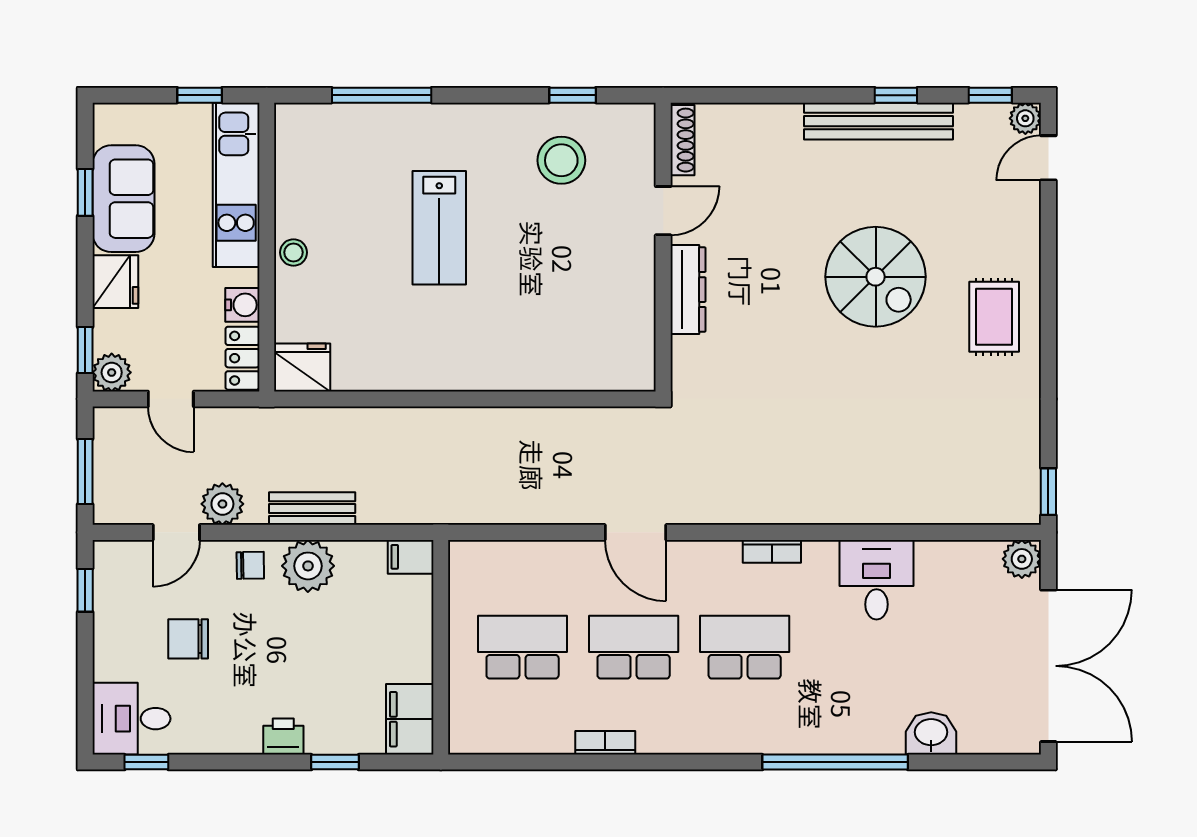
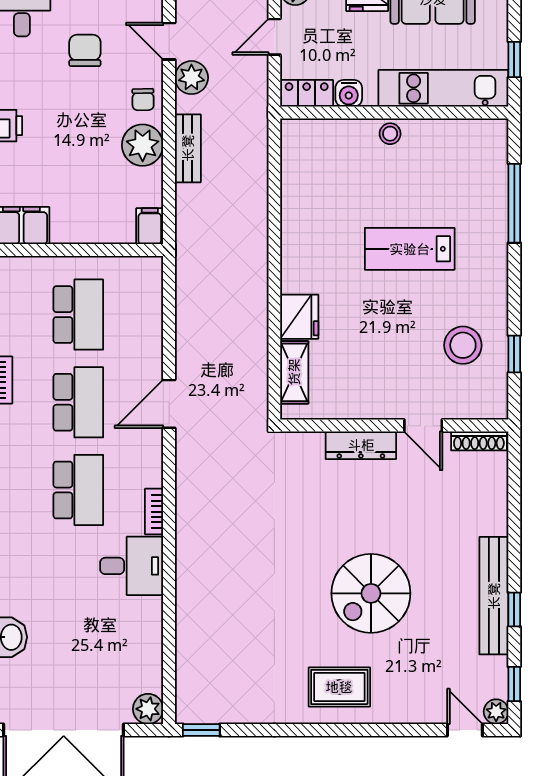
fridge: (302, 367) -> (299, 317), moved
shelving: (596, 374) -> (294, 372), added
desk: (877, 580) -> (132, 566), moved

